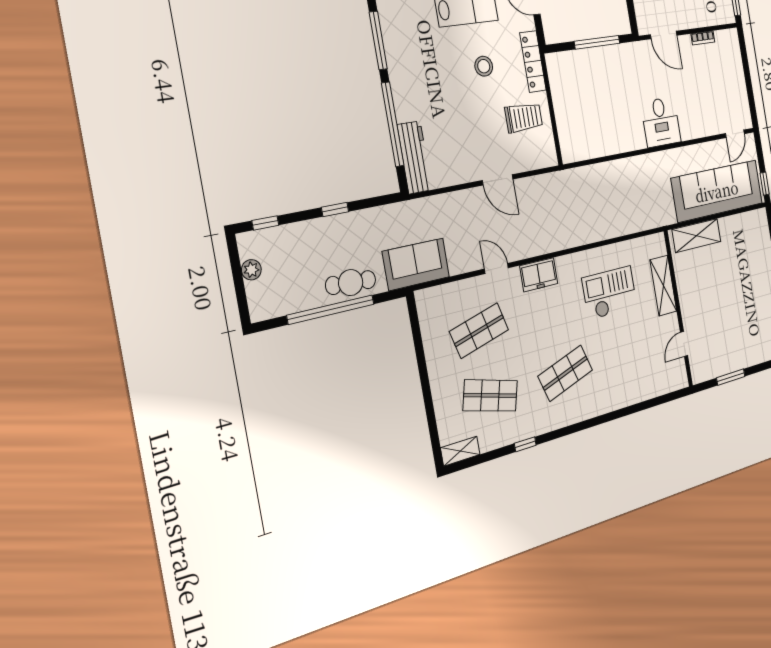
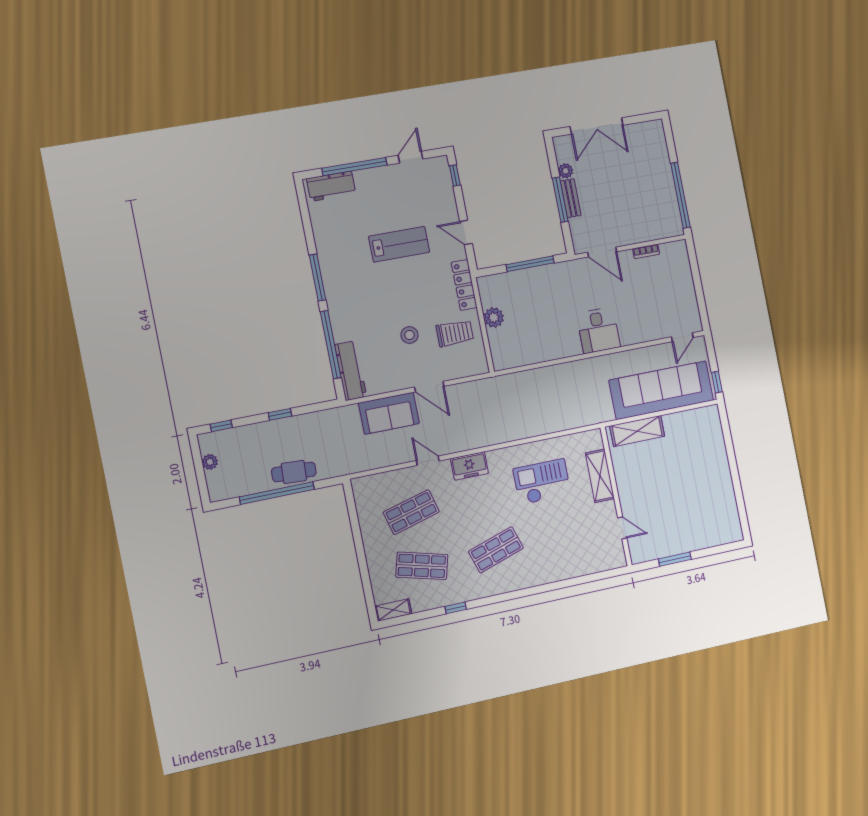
stool: (484, 66) -> (409, 335), moved
plant: (562, 102) -> (494, 318), added
sofa: (416, 264) -> (389, 413), moved, turned 180
door: (684, 344) -> (622, 528), swing flipped

